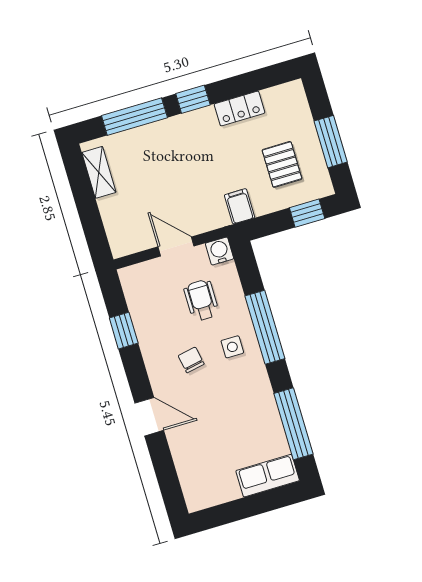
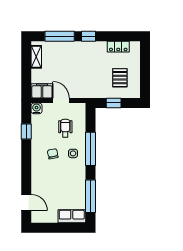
locker: (240, 108) -> (118, 47), moved
window: (331, 142) -> (145, 74), removed
filing cabinet: (240, 206) -> (42, 91), moved, width x2.00
window: (307, 213) -> (114, 103), moved
water cooler: (220, 251) -> (37, 108), moved
door: (149, 417) -> (26, 202), moved

